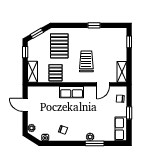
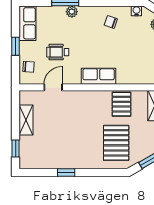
trolley: (86, 61) -> (77, 120), removed
shelving: (122, 72) -> (26, 120), moved
wheelchair: (100, 109) -> (58, 52), added

